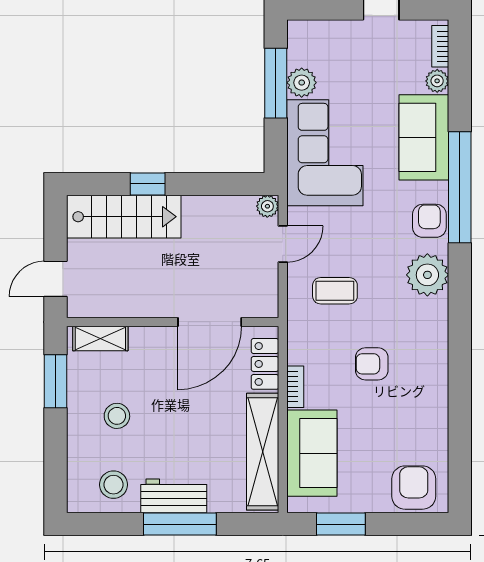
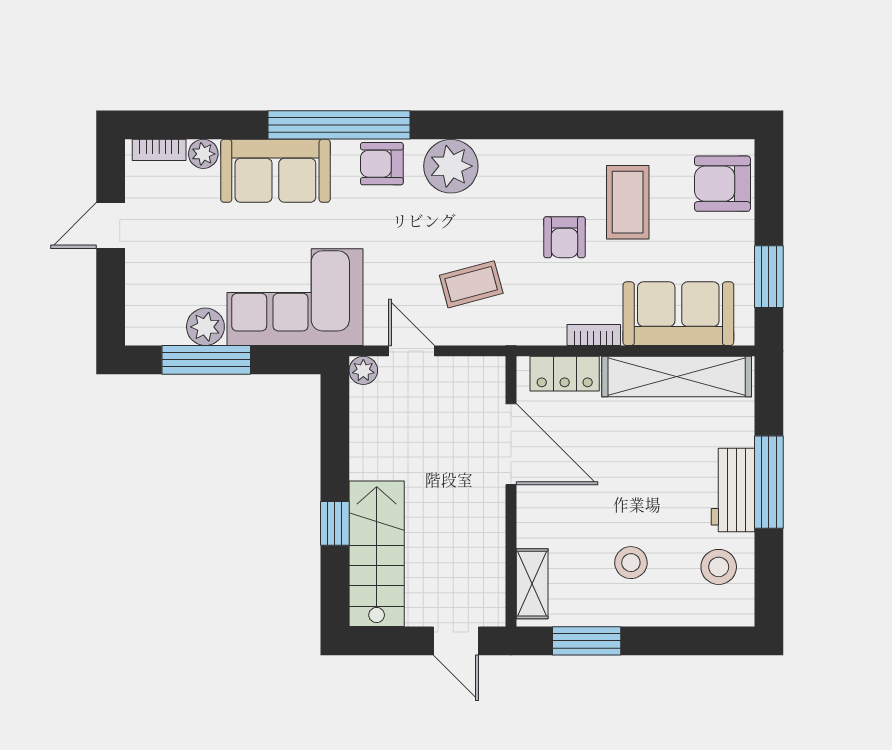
coffee table: (335, 291) -> (471, 284), turned 75
coffee table: (399, 413) -> (628, 202), added

